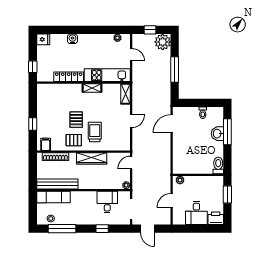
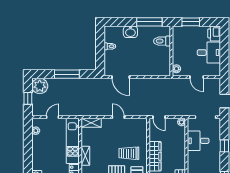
window: (227, 132) -> (149, 22), moved
toilet: (218, 165) -> (162, 41), moved

